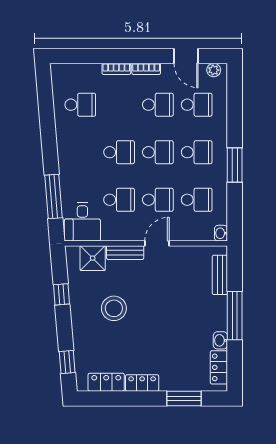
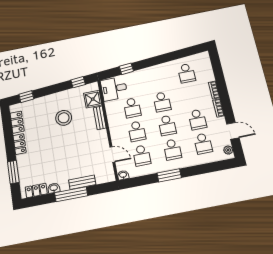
door: (186, 56) -> (233, 131), swing flipped
window: (53, 197) -> (126, 69), width x0.46
door: (157, 243) -> (112, 154), moved
bench: (220, 275) -> (82, 182), moved
window: (62, 294) -> (78, 82), moved

